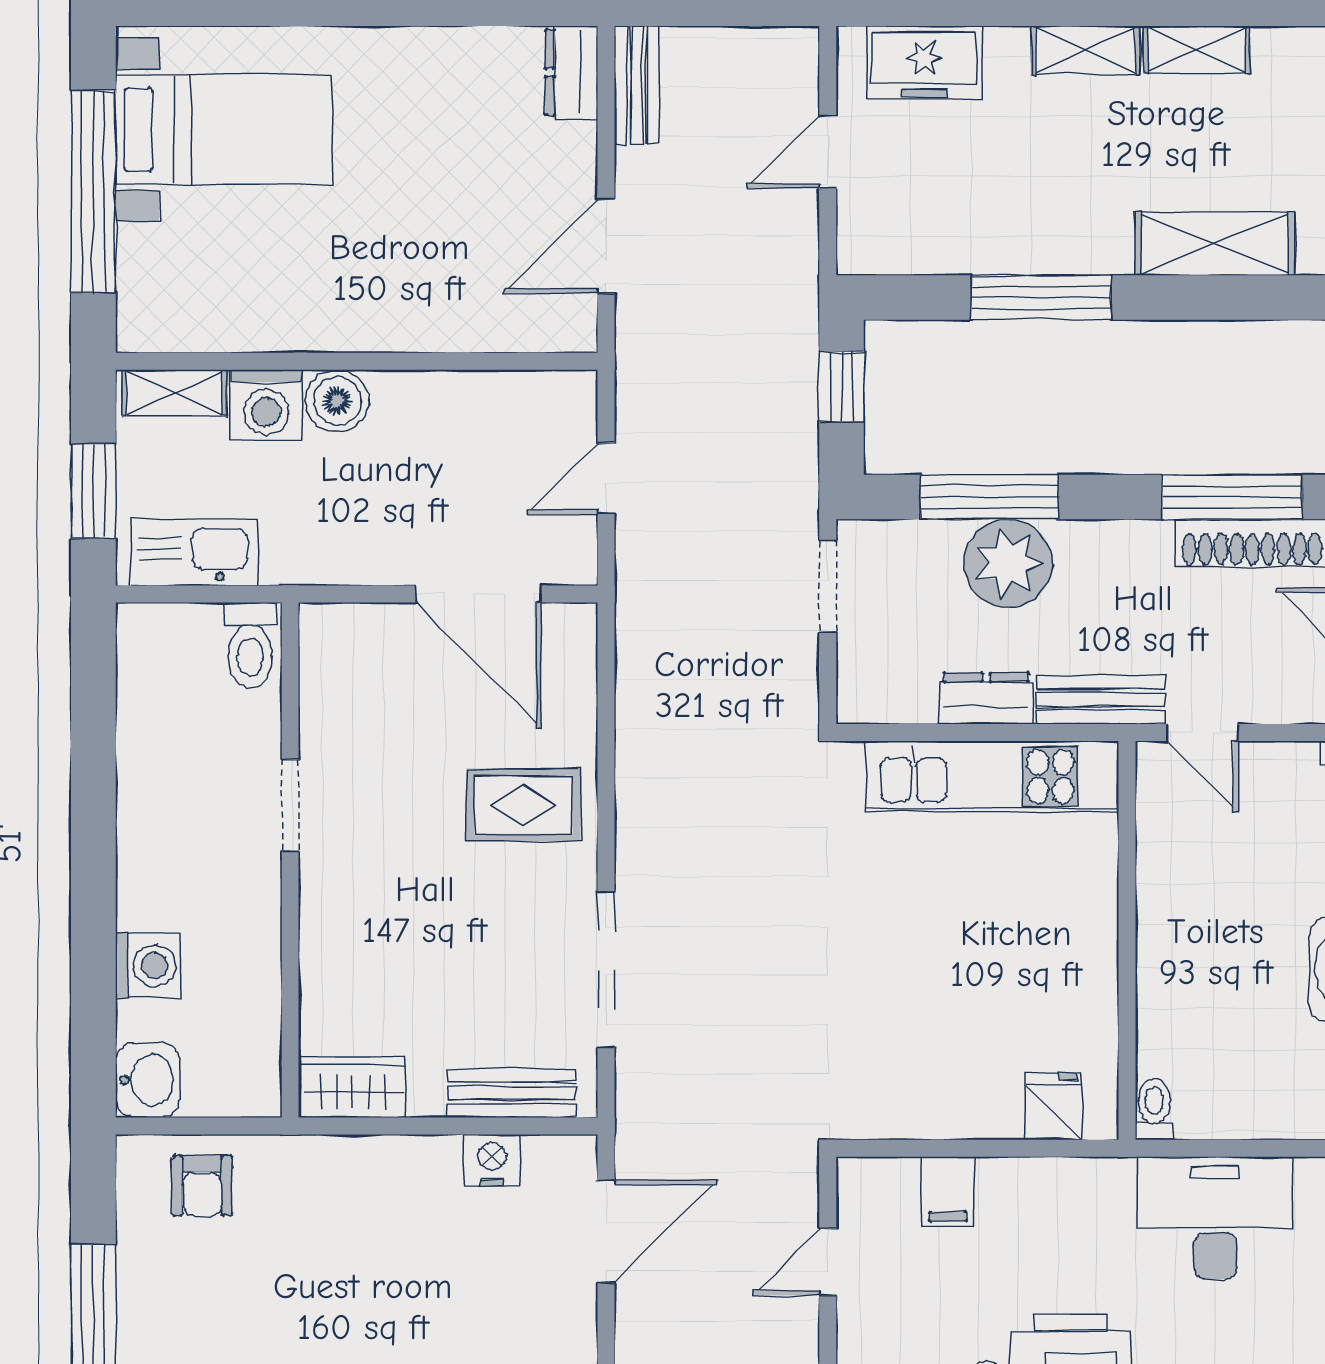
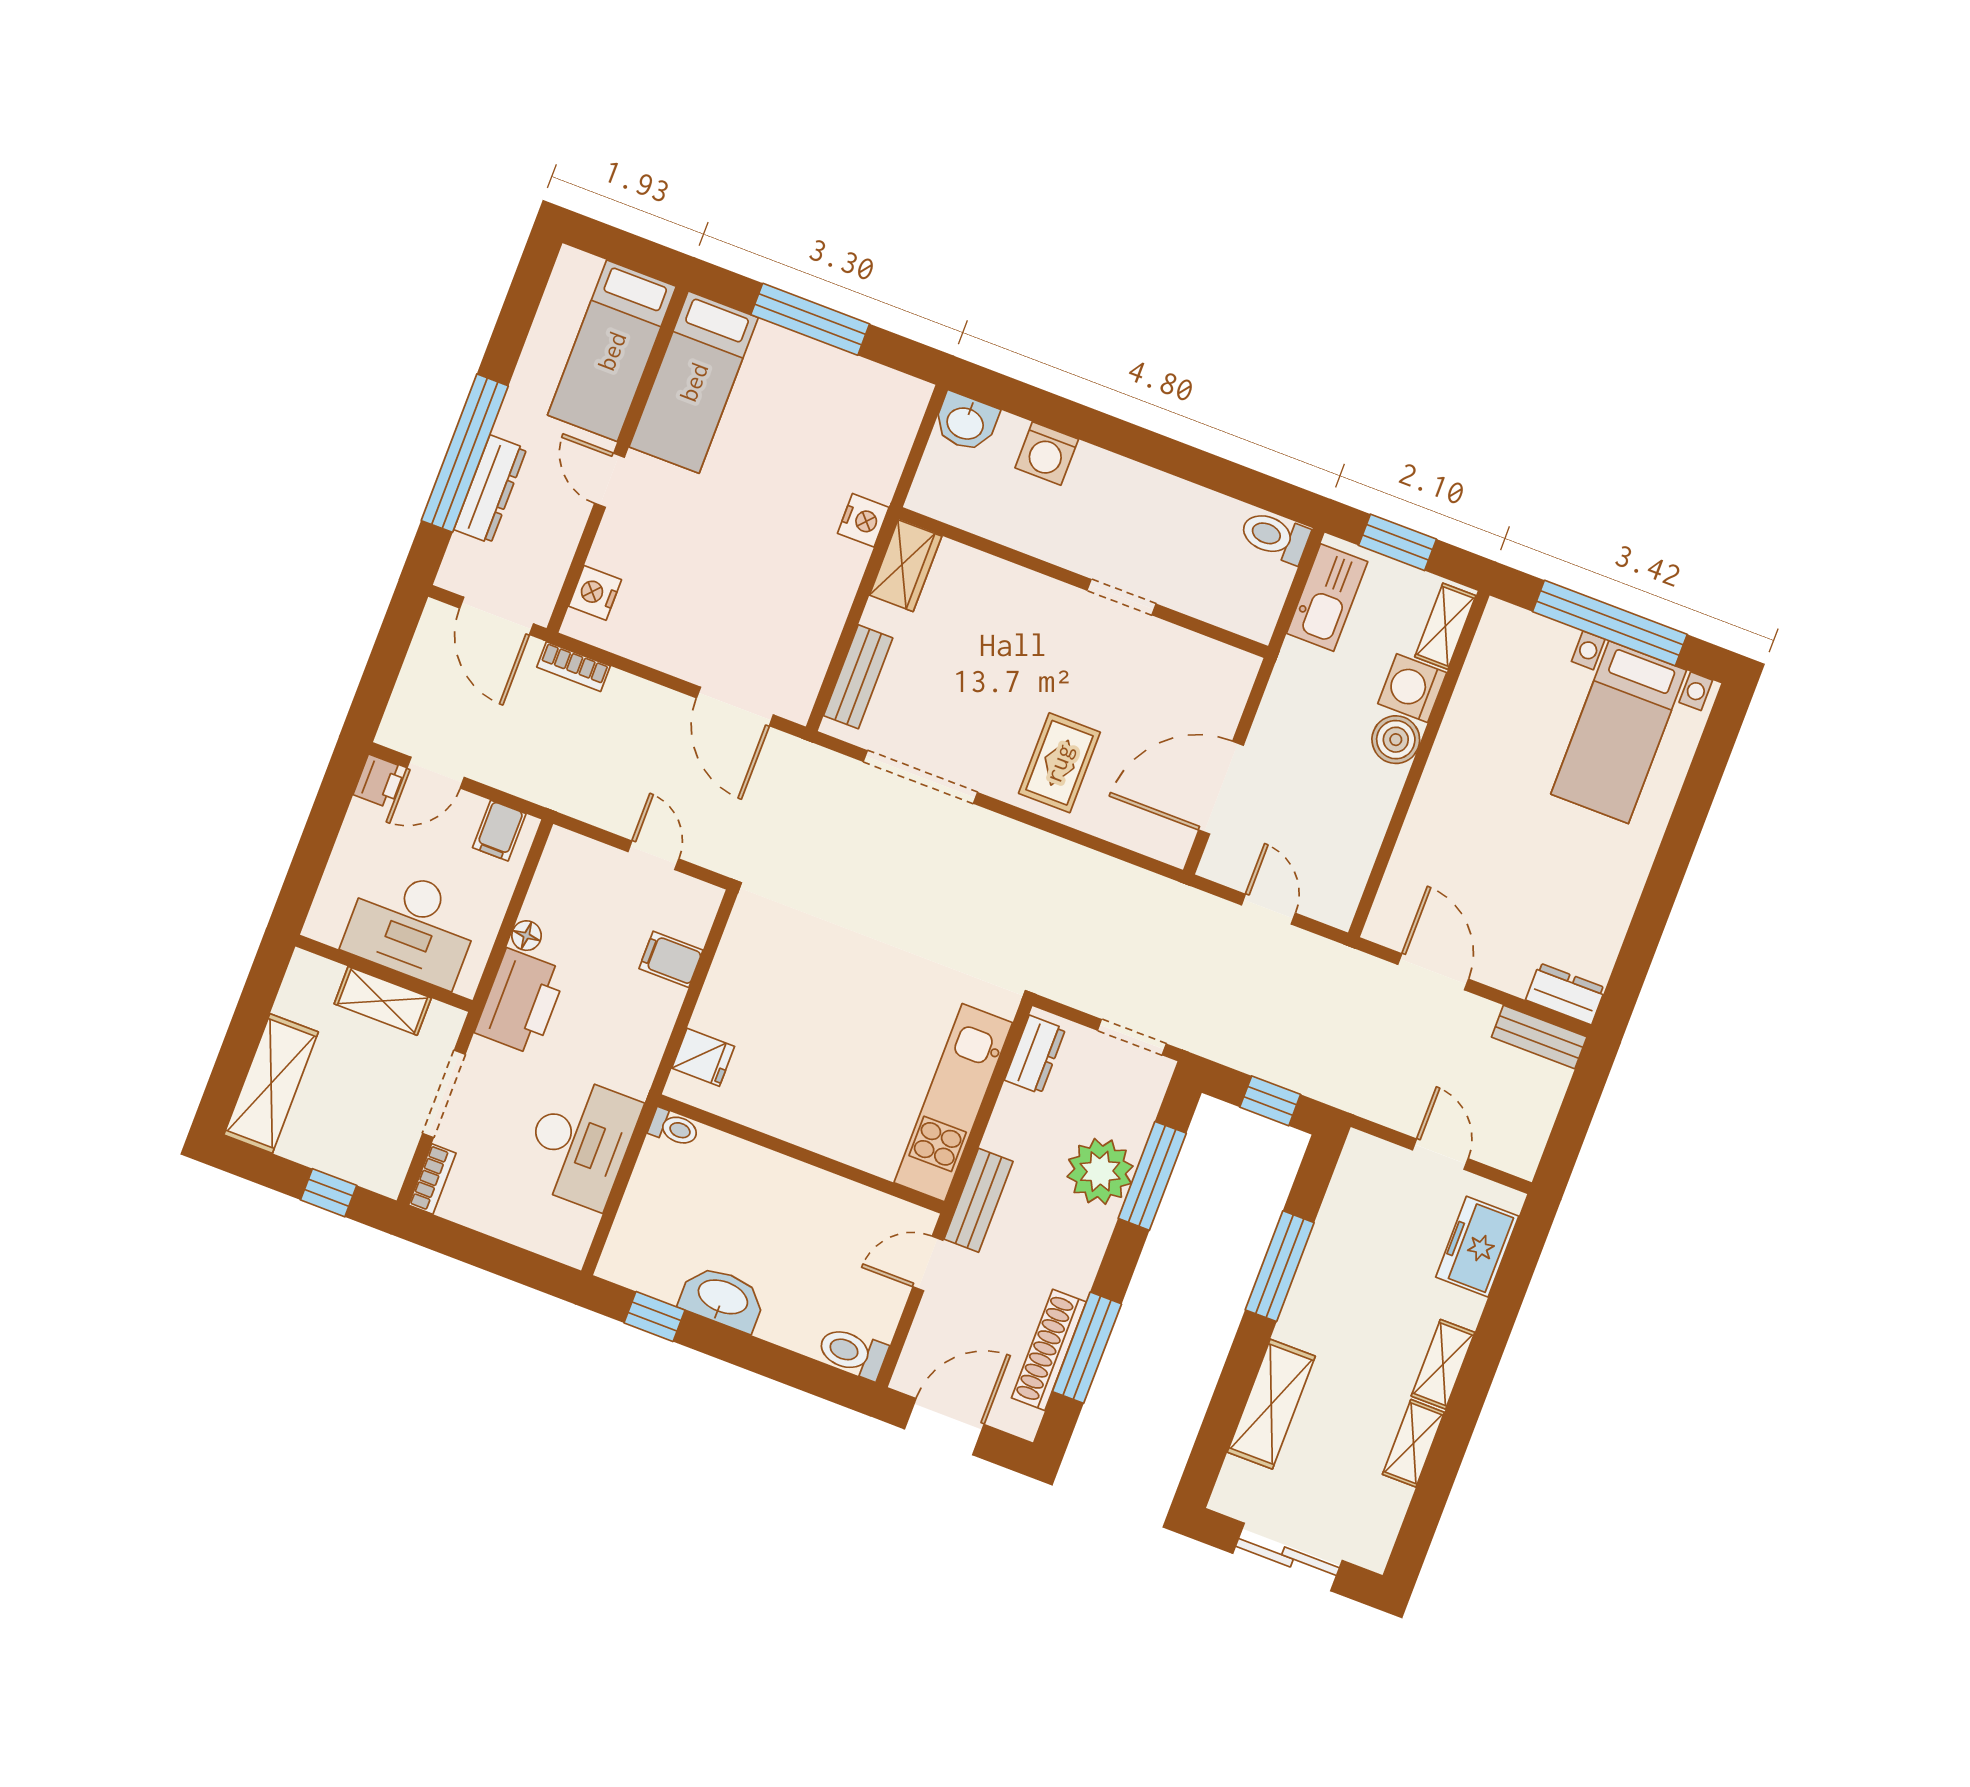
toilet: (250, 645) -> (1275, 537), moved
dresser: (986, 698) -> (1035, 1054), moved
nightstand: (492, 1160) -> (863, 520), moved
armchair: (202, 1186) -> (876, 432), removed

